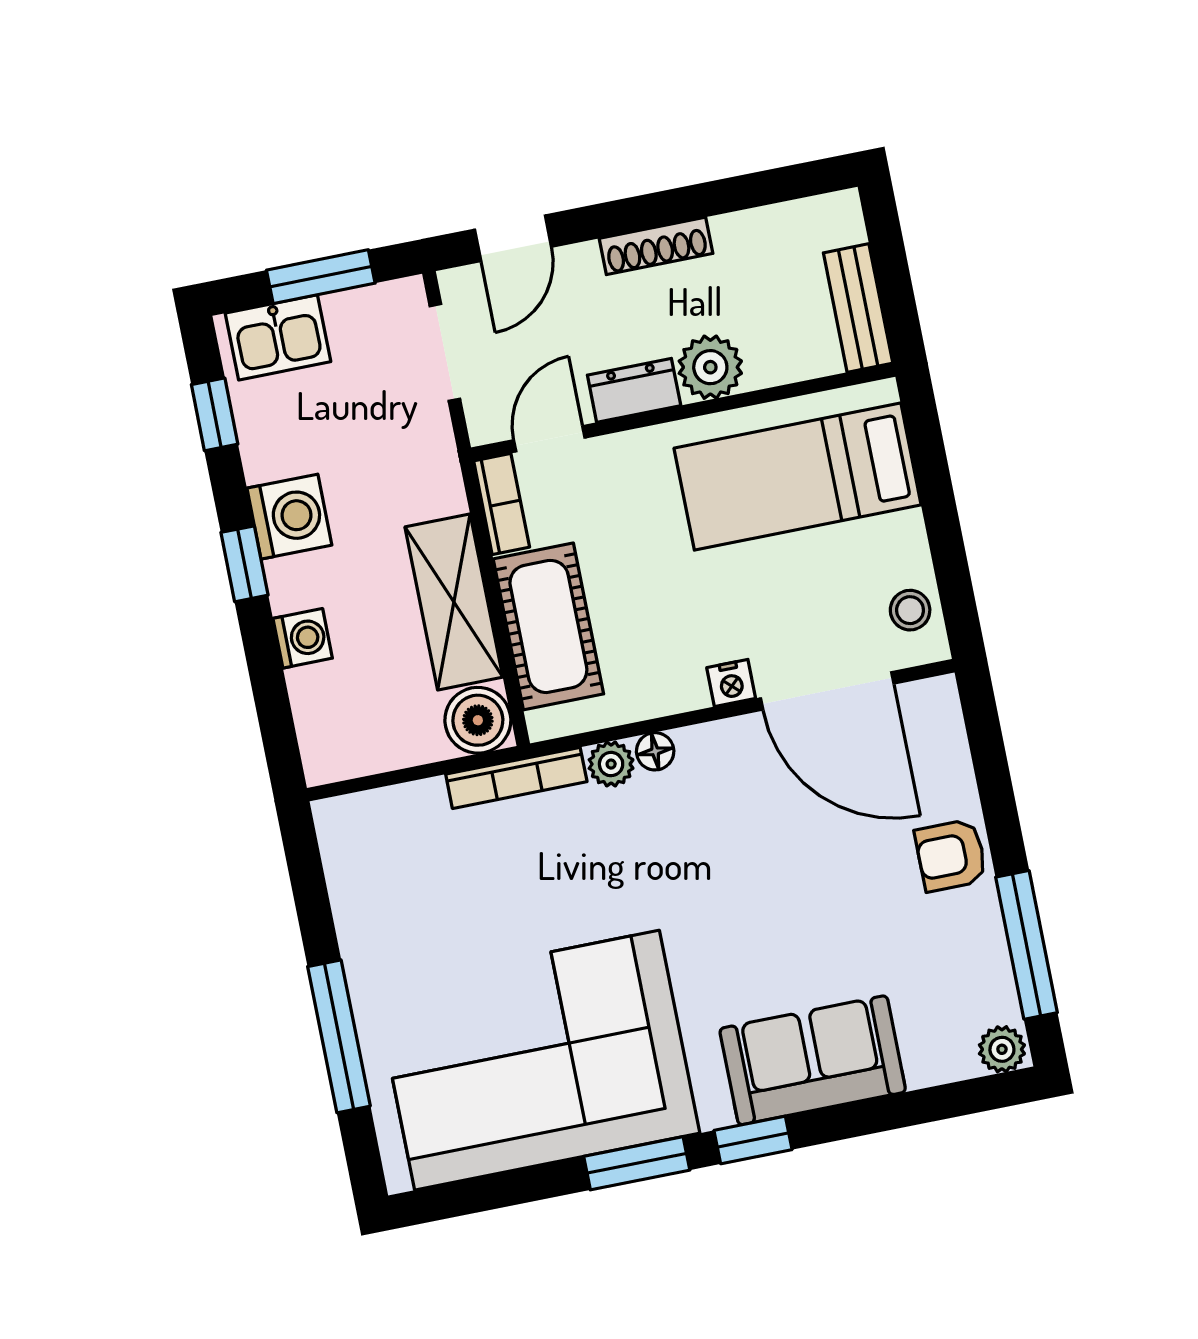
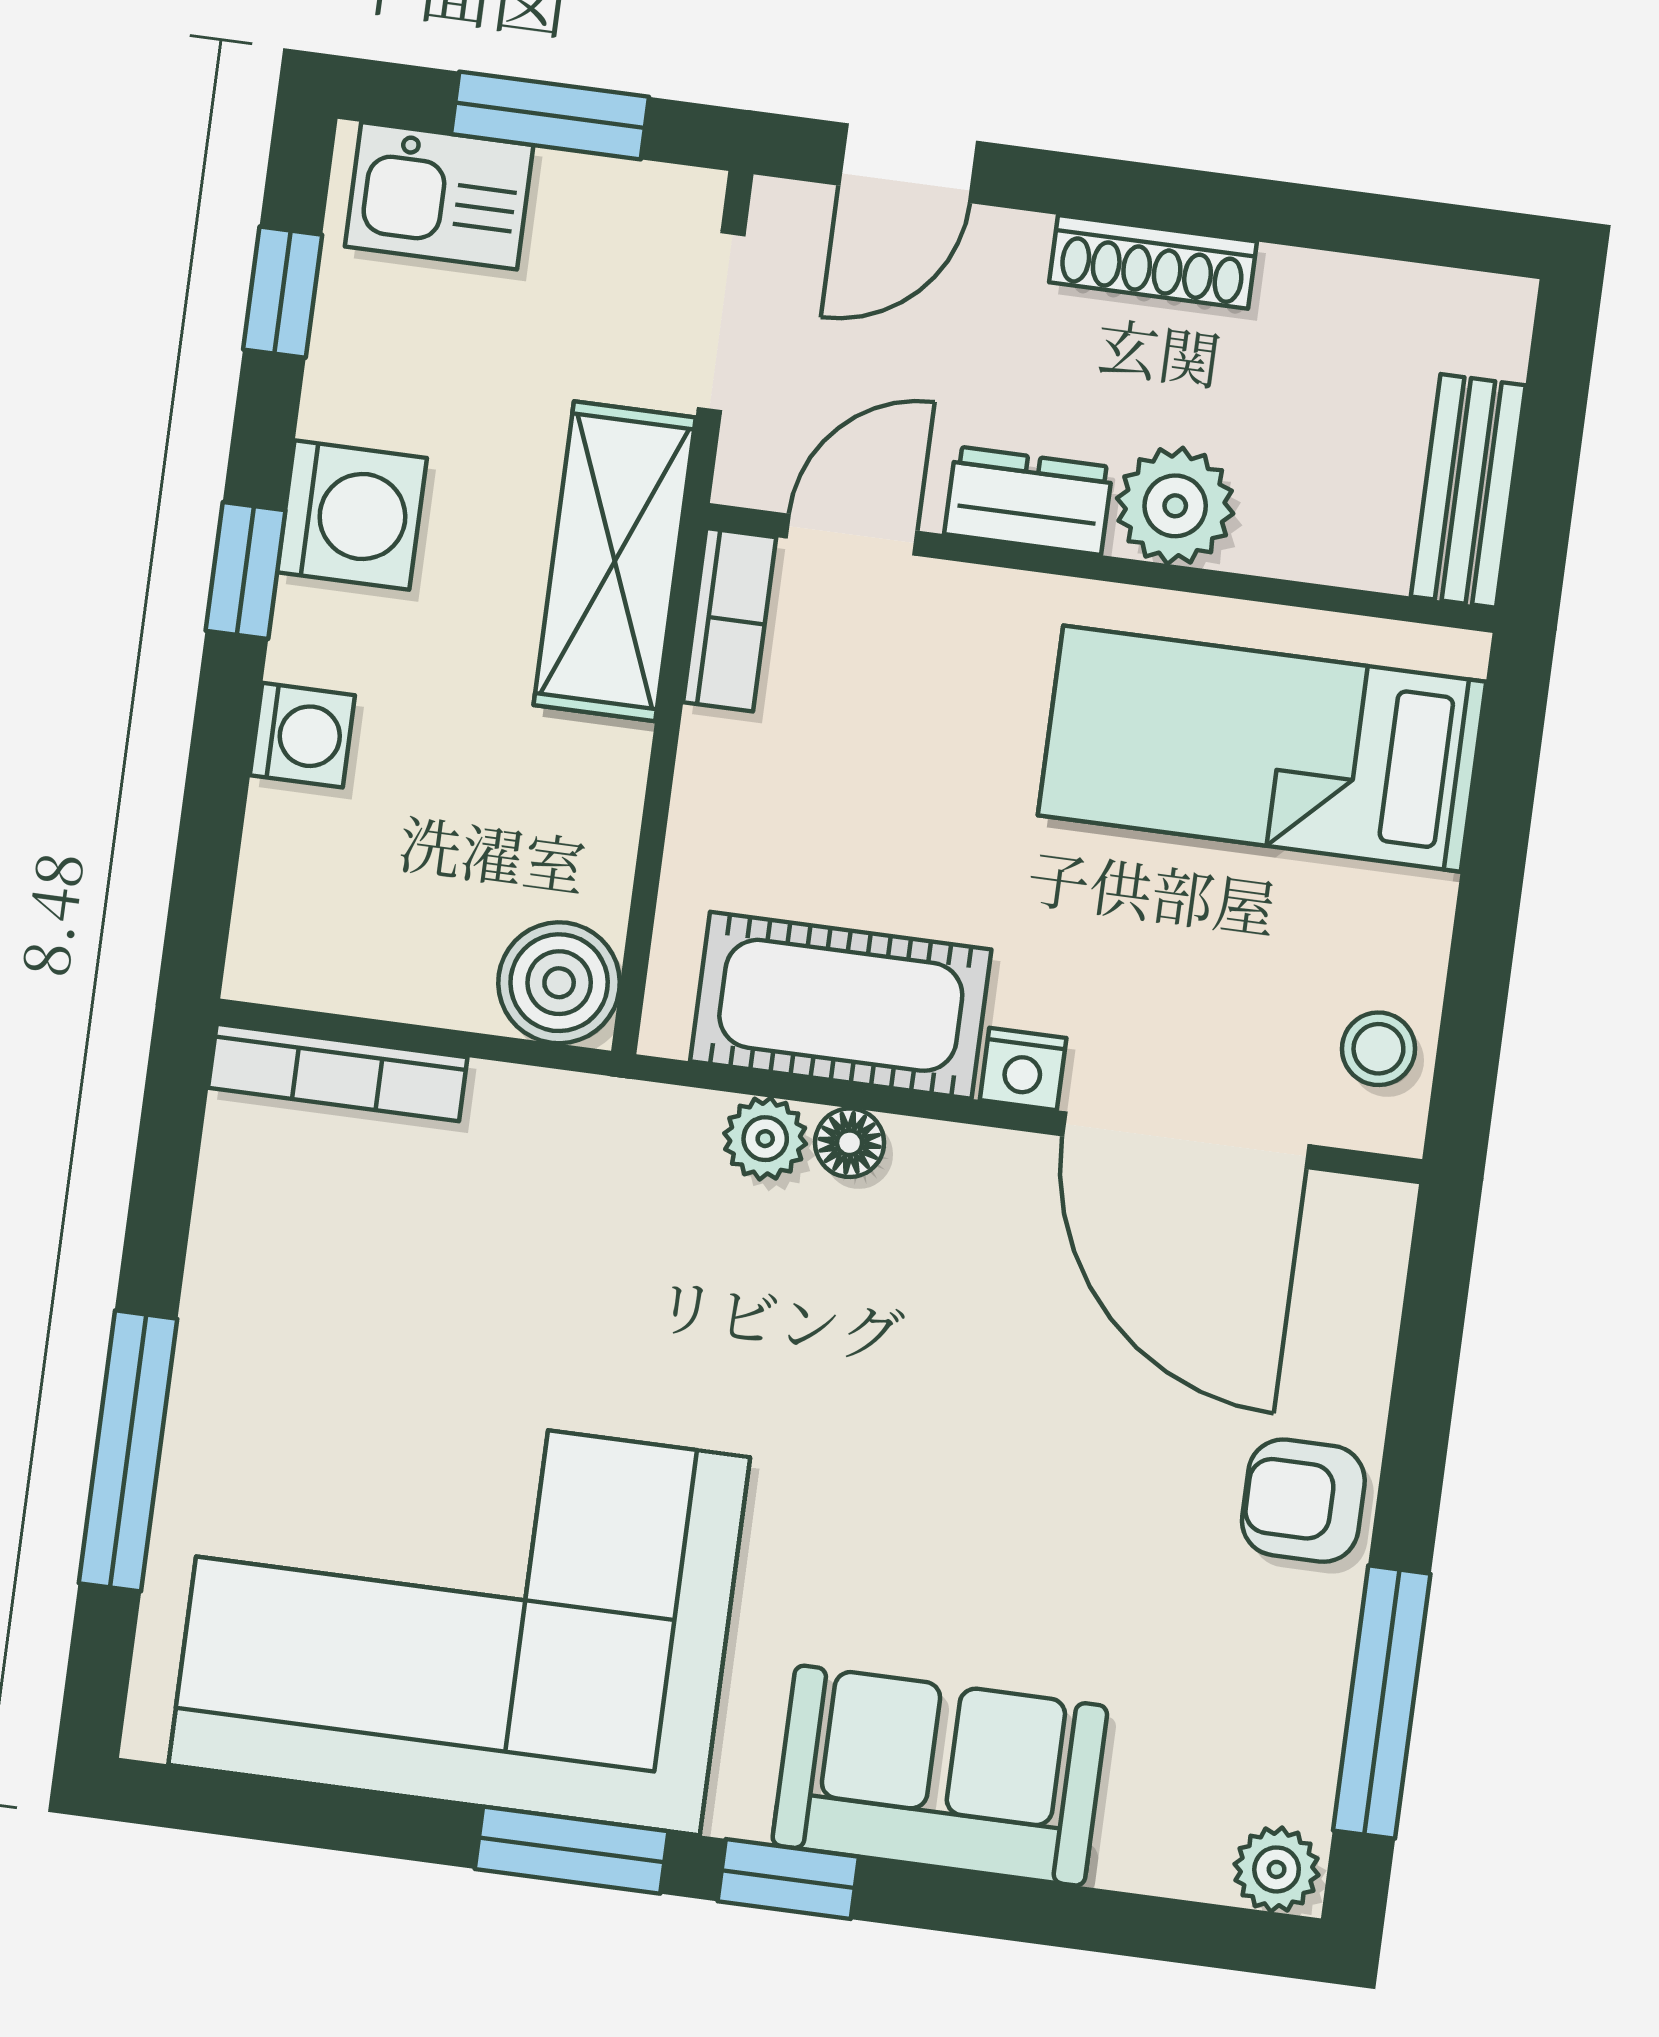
shelving: (454, 602) -> (615, 561), moved
cot: (548, 626) -> (841, 1005), moved, turned 90
bookcase: (516, 778) -> (338, 1072), moved

